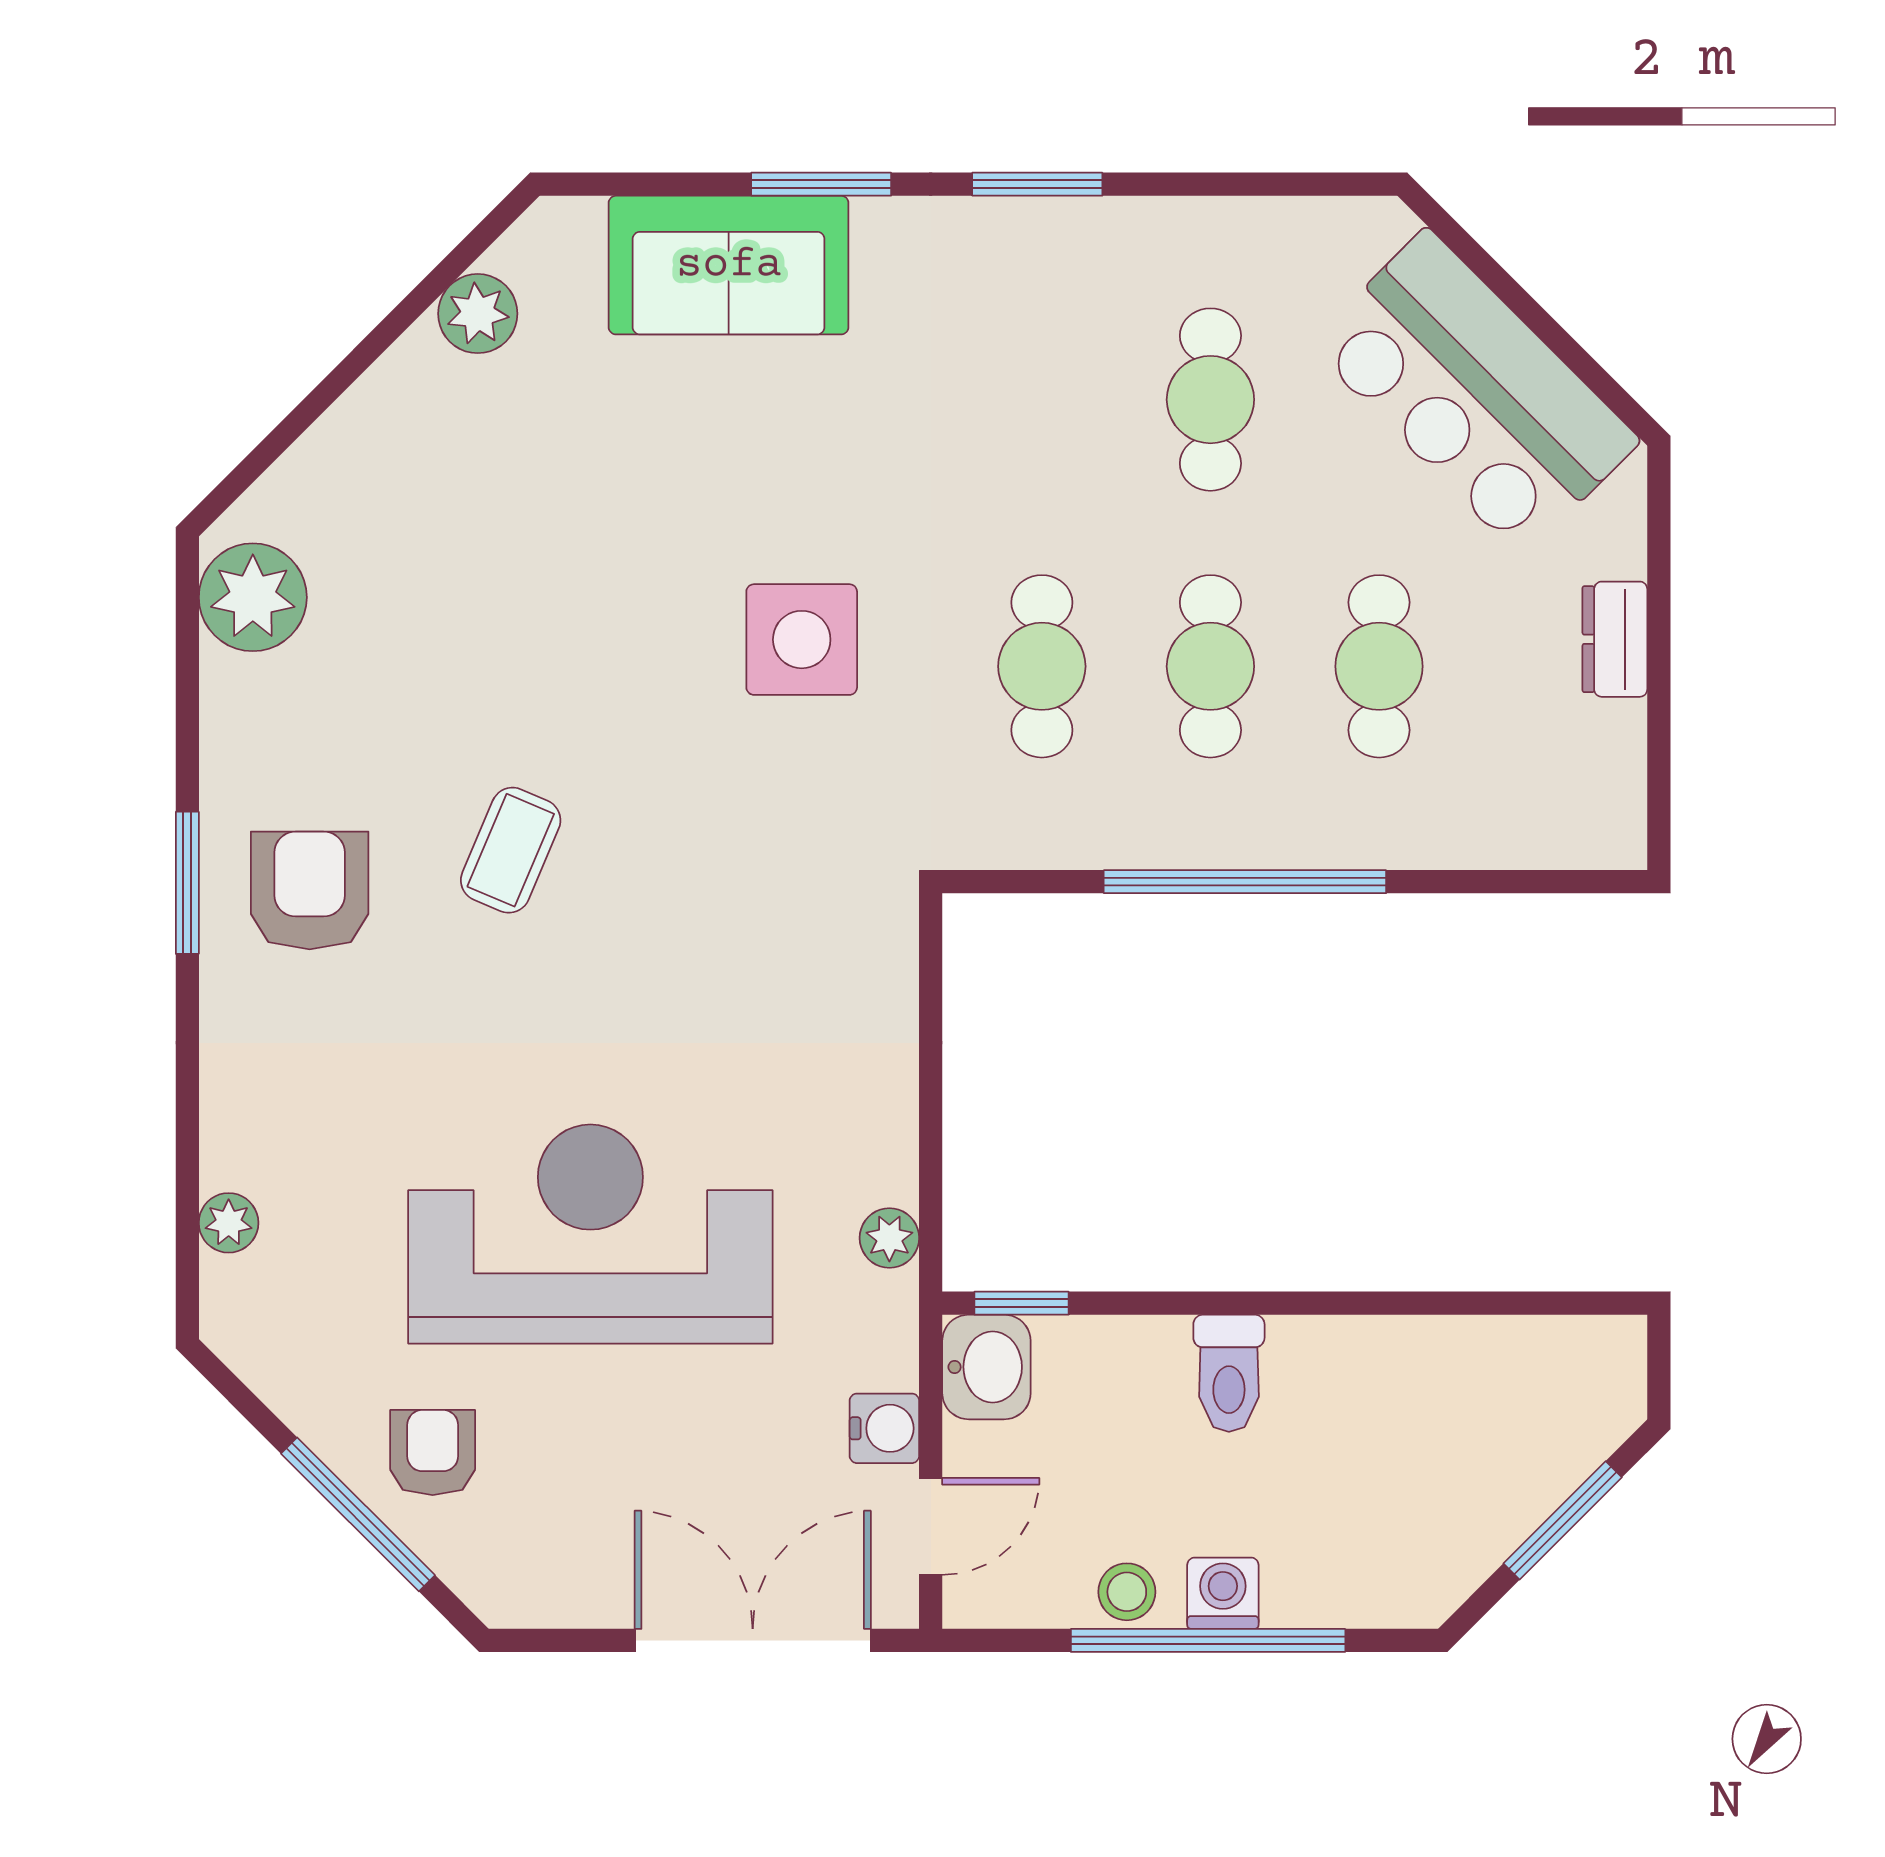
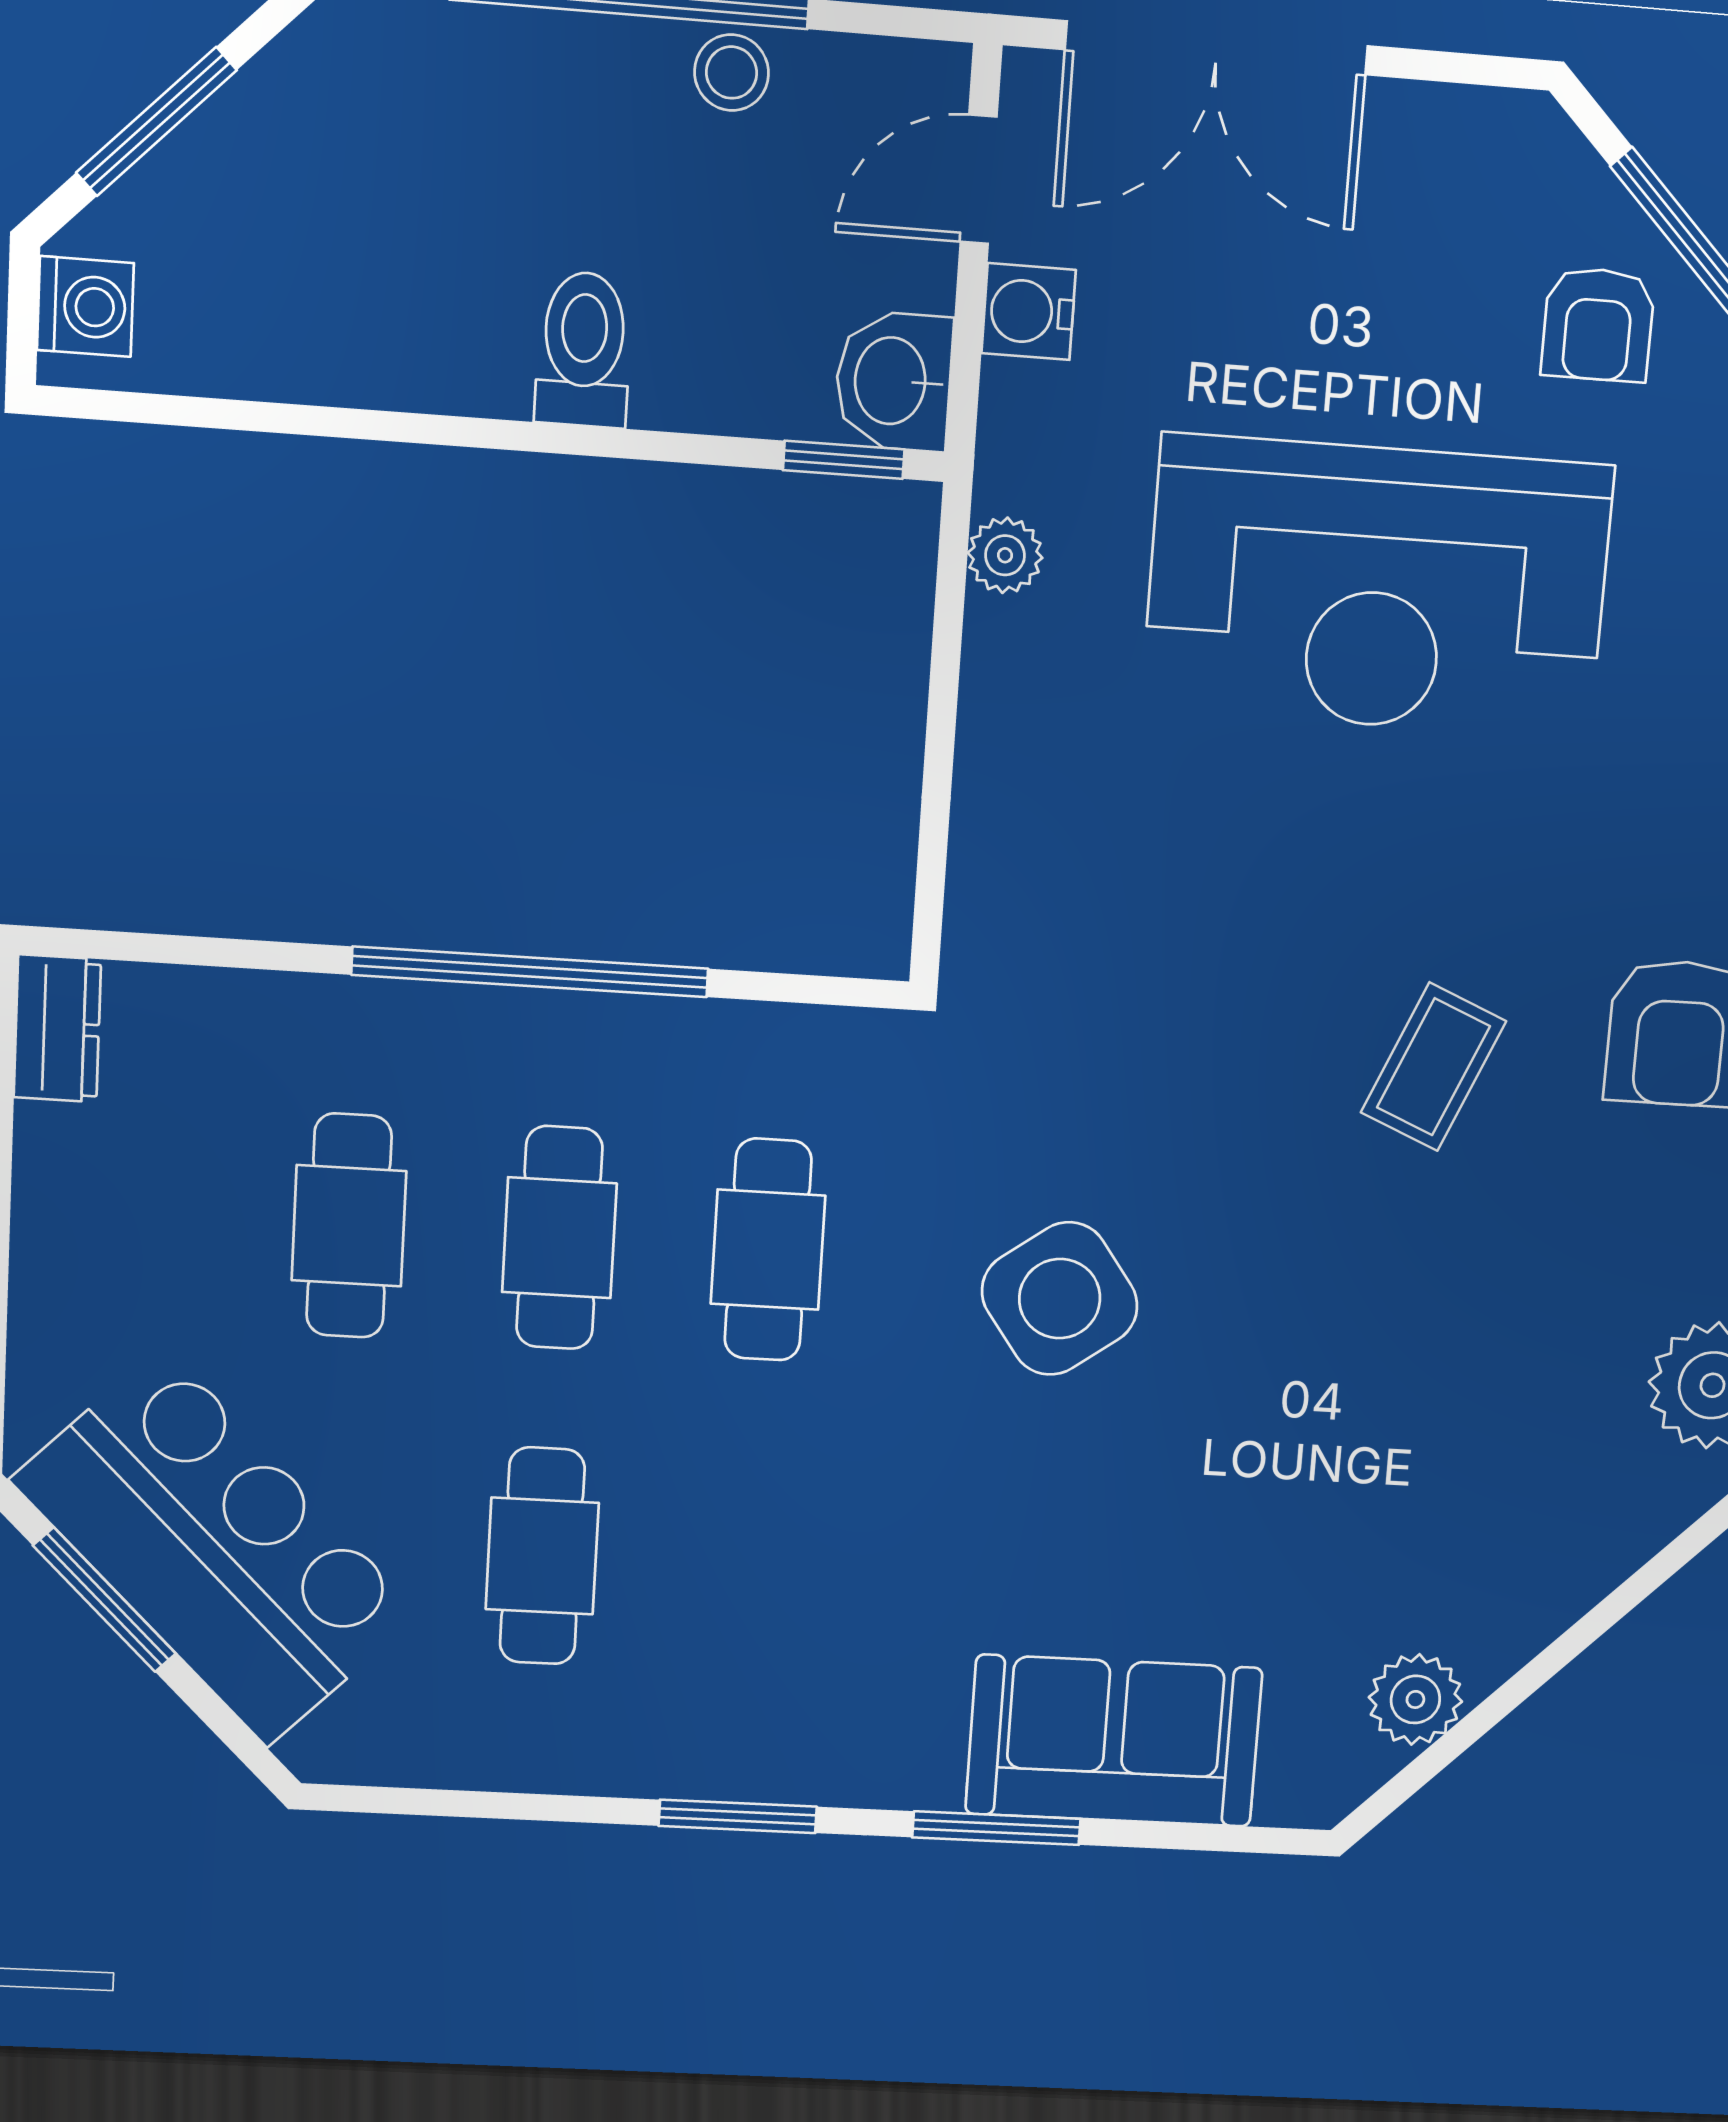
window: (1562, 344) -> (105, 1600), added
dresser: (1615, 639) -> (57, 1028), moved
side table: (802, 640) -> (1060, 1299), turned -36
washing machine: (1223, 1593) -> (85, 306), moved, turned -90

